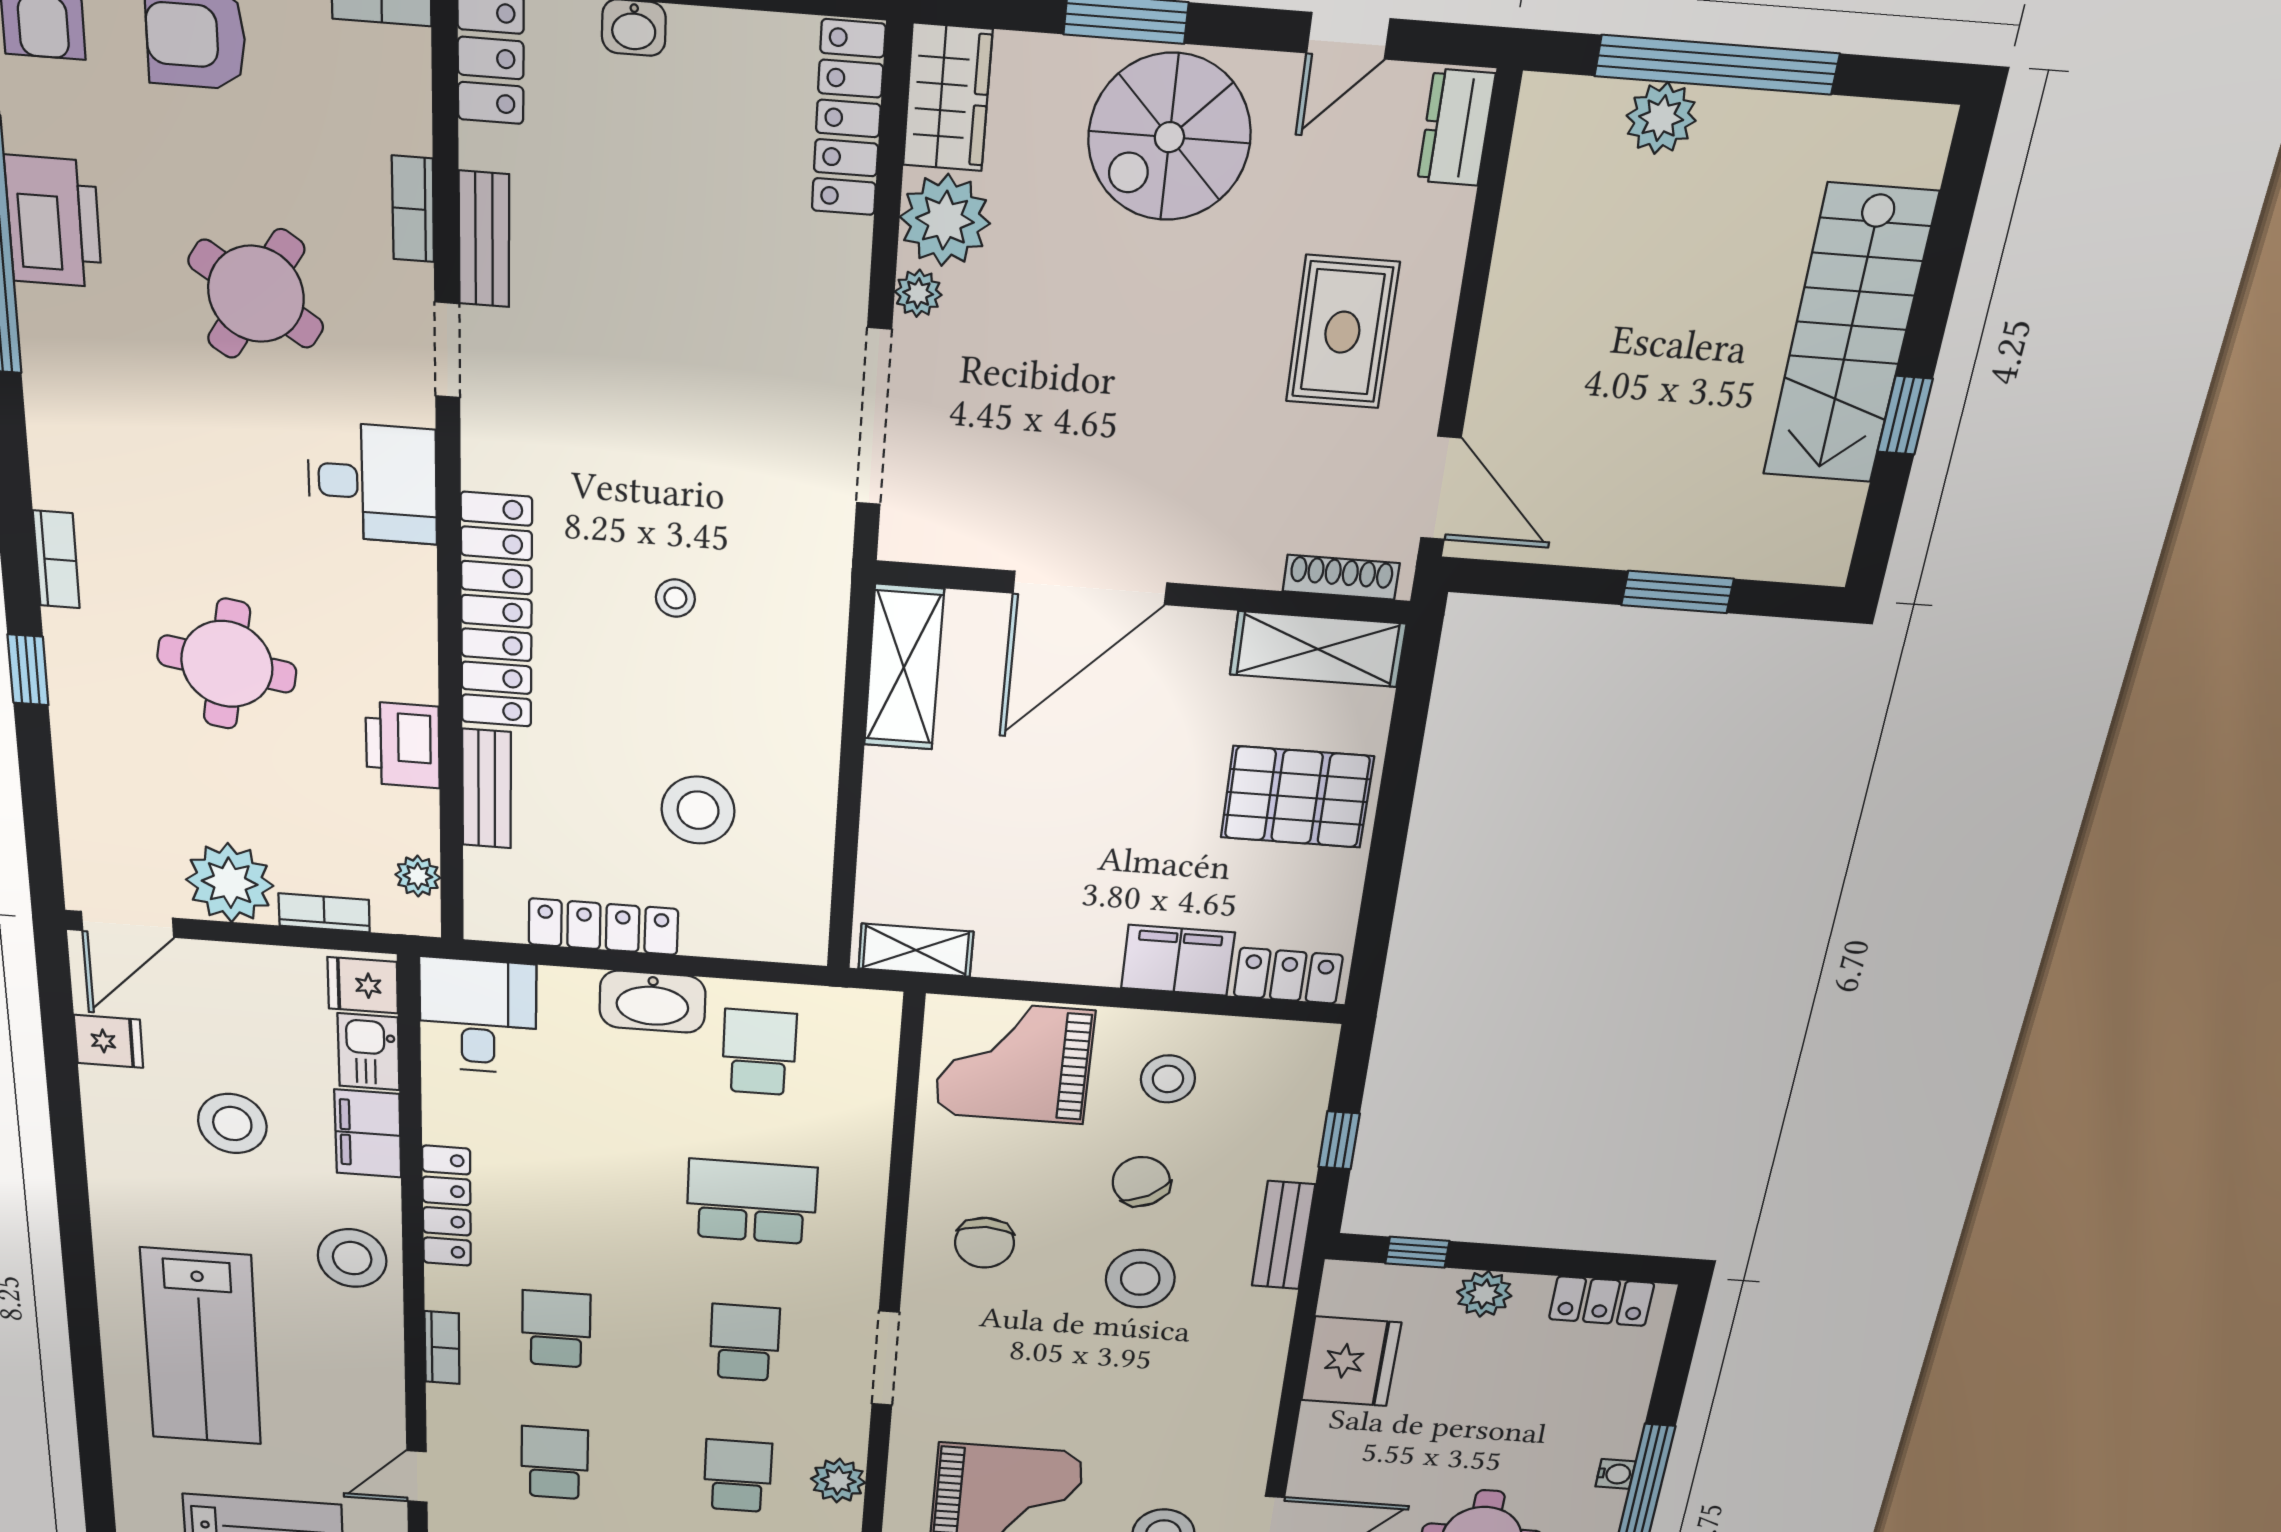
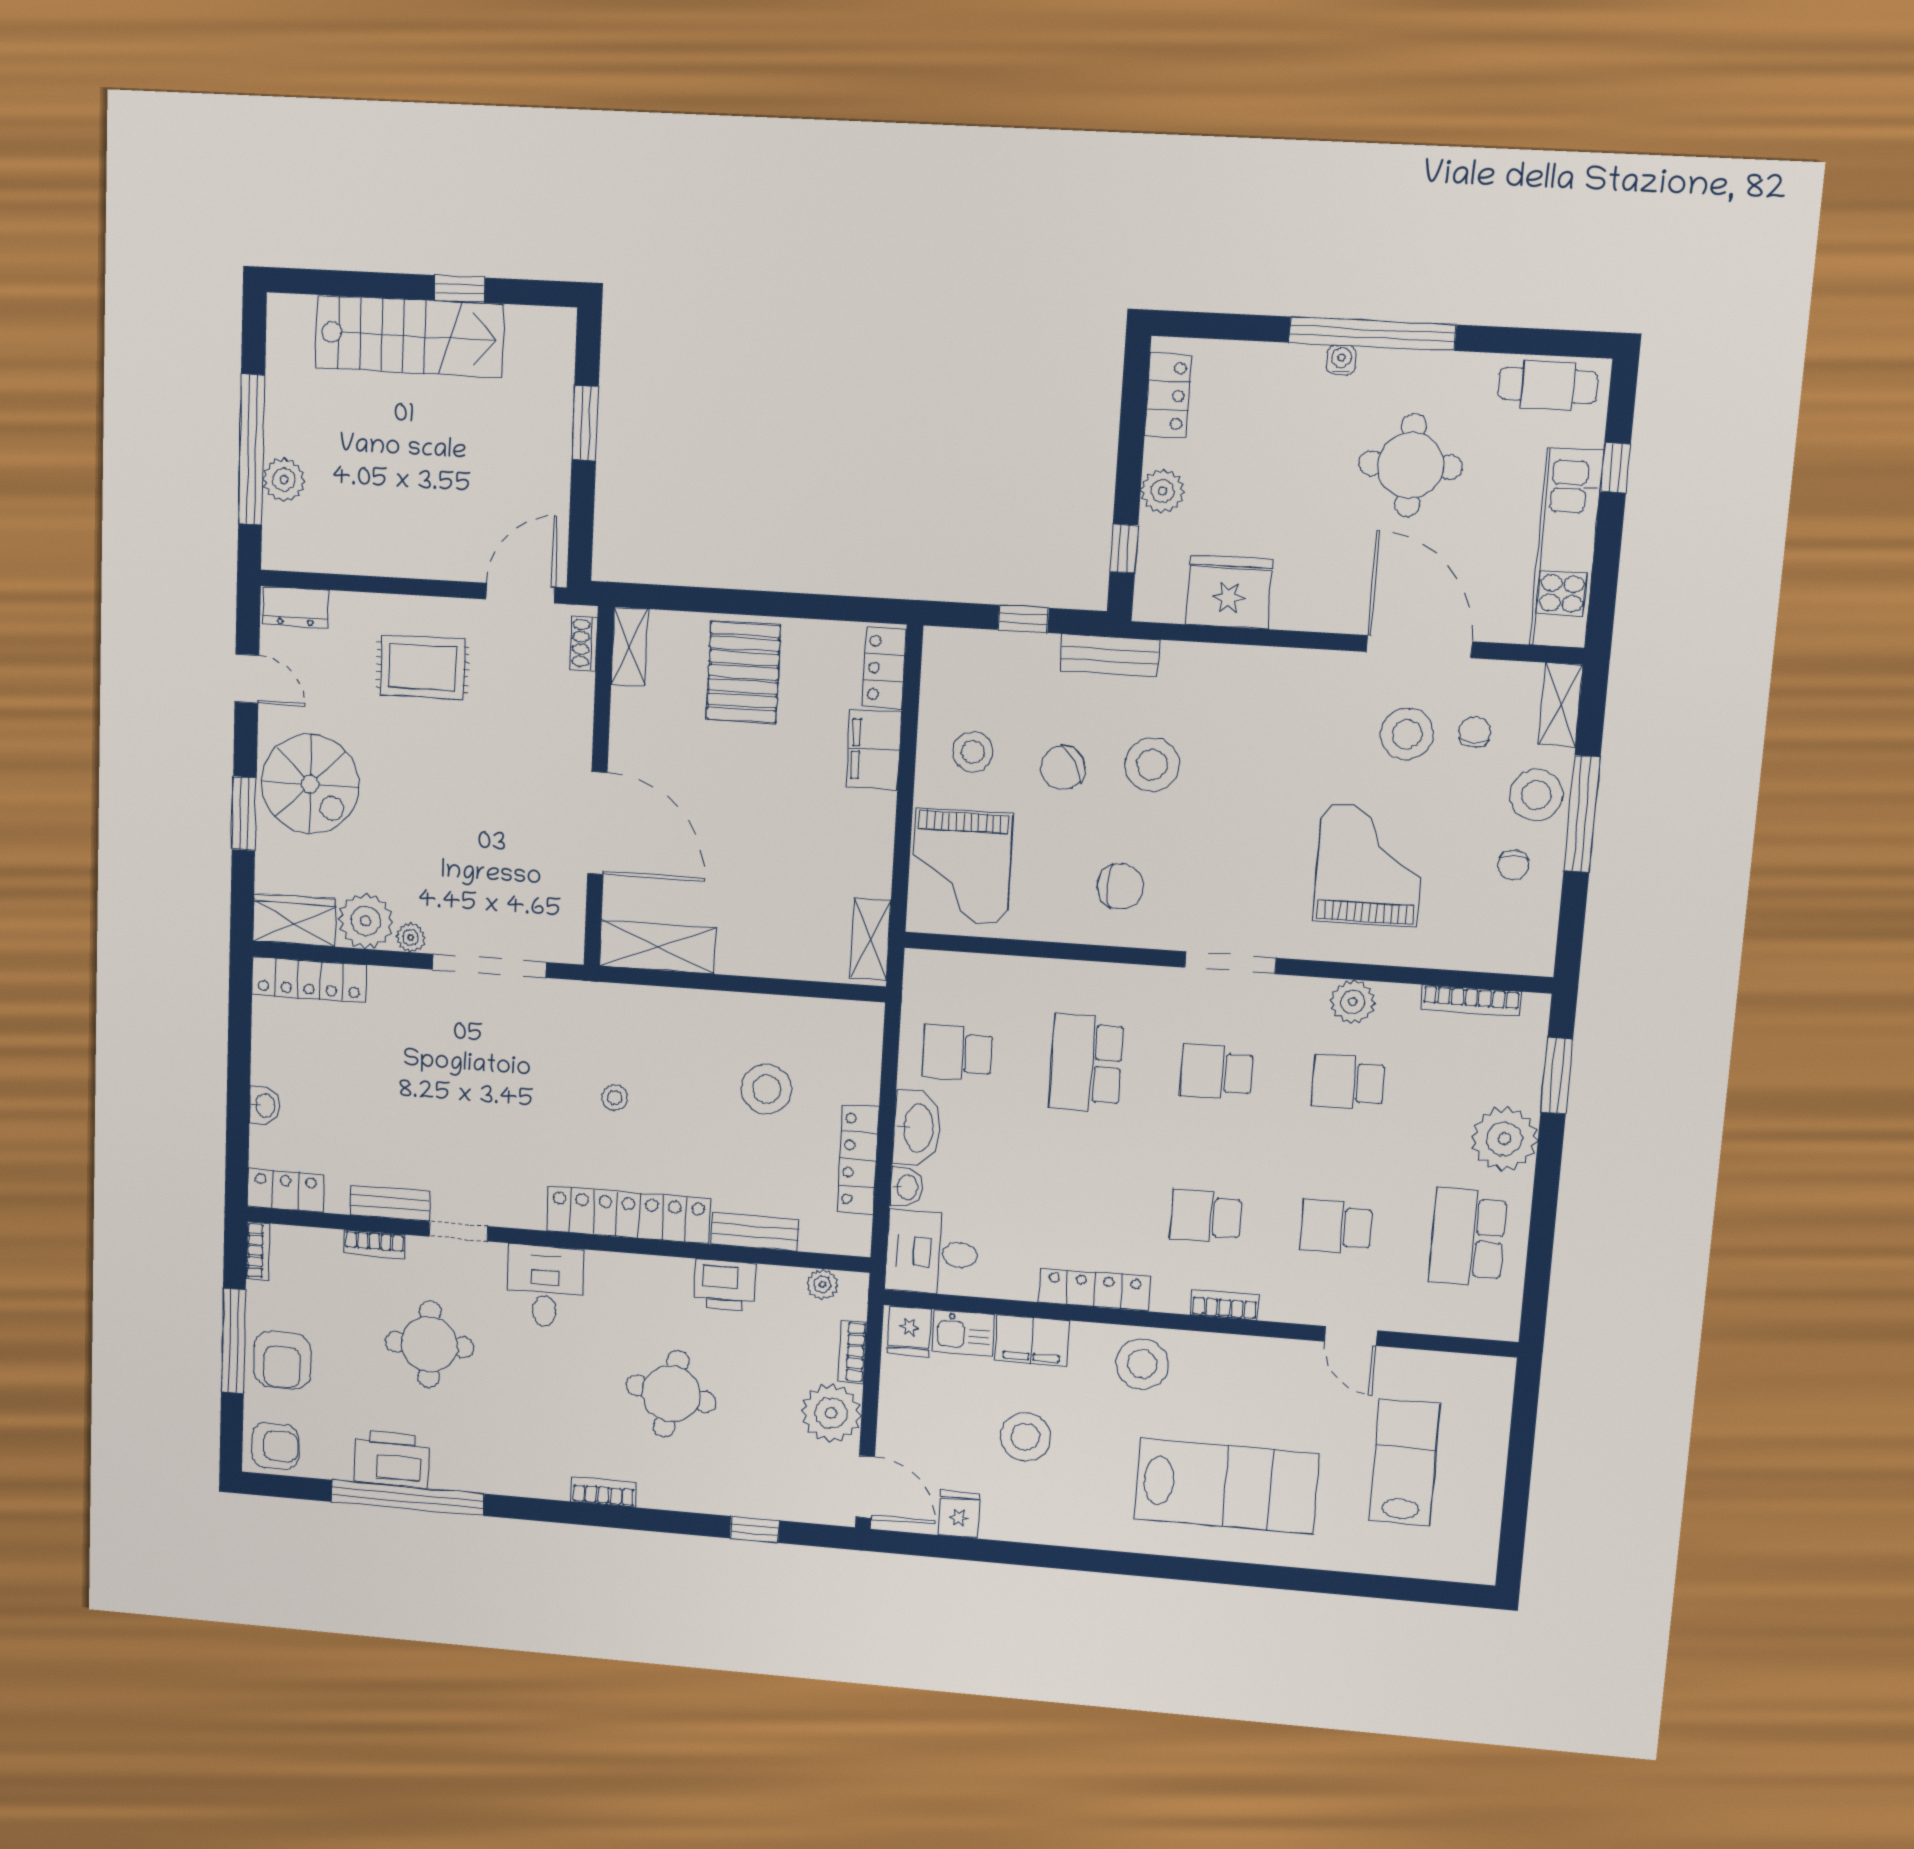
round table: (256, 294) -> (429, 1344), turned -33
shoe rack: (1341, 577) -> (584, 643), width x0.70
shelving: (1318, 649) -> (630, 647), width x0.67, depth x0.75
window: (28, 670) -> (755, 1529), moved
washbasin: (568, 987) -> (907, 1187), added

